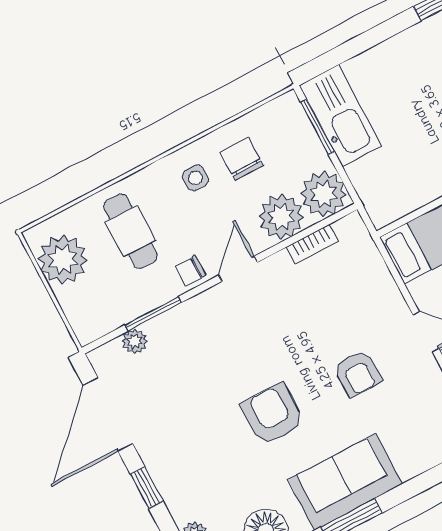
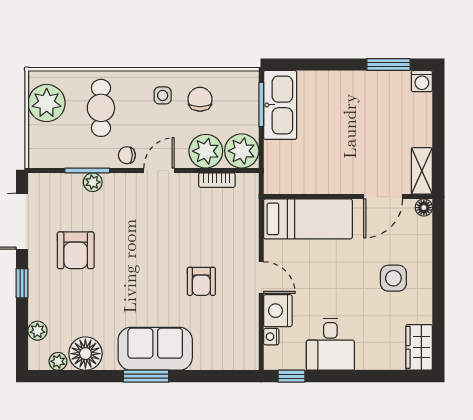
plant: (135, 341) -> (93, 182), moved
armchair: (273, 414) -> (76, 250), moved, turned 180

